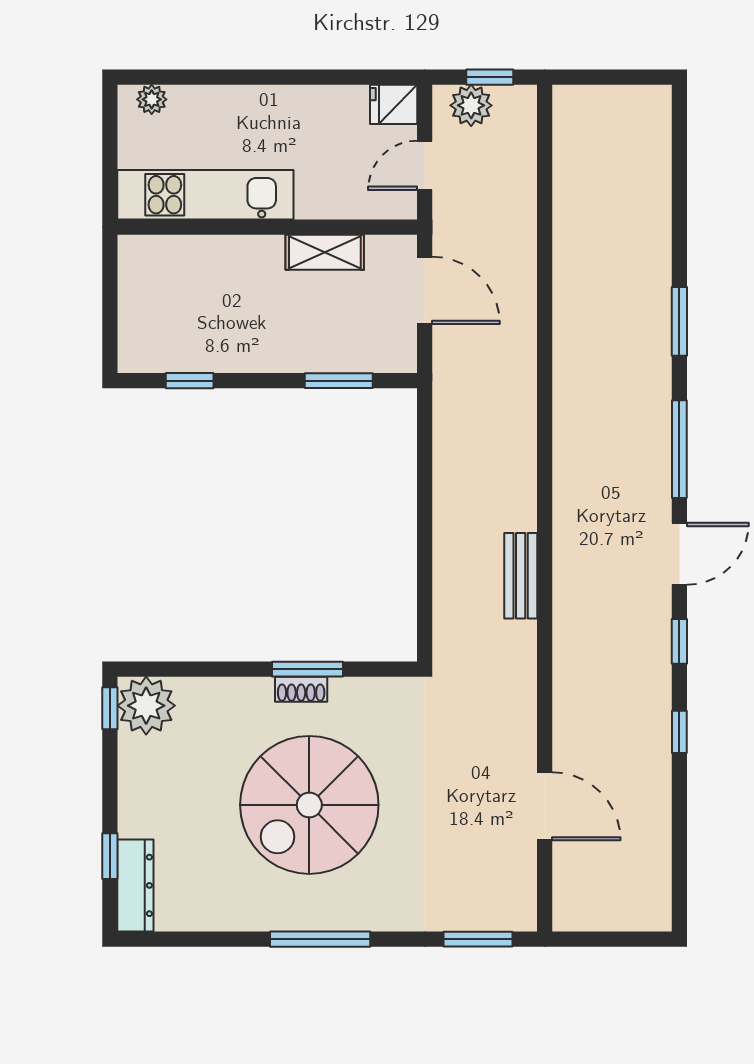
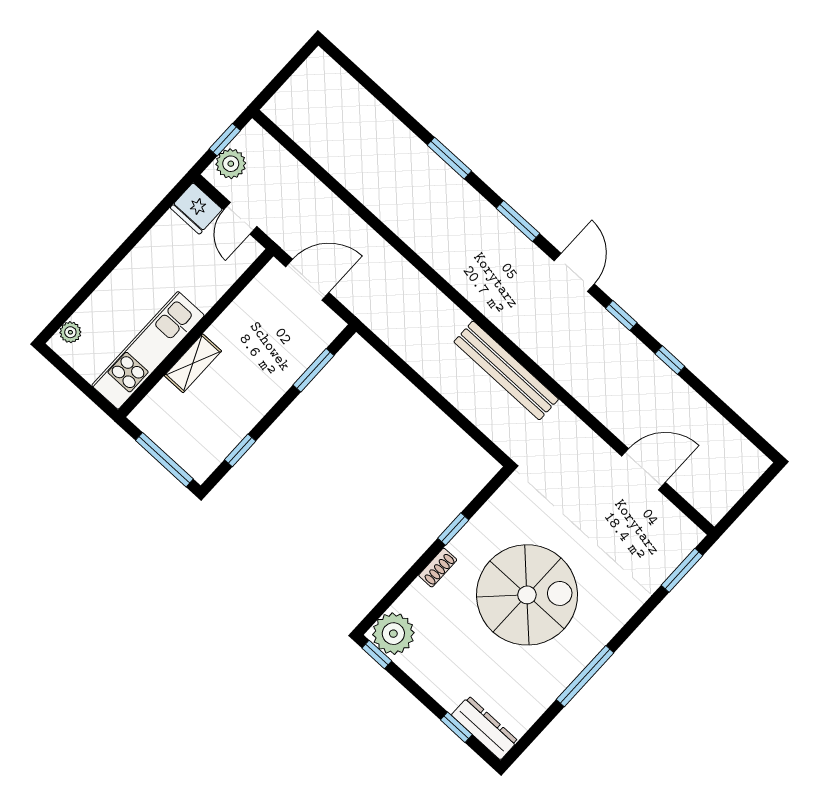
fridge: (394, 104) -> (196, 209), width x1.38
shelving: (325, 252) -> (193, 363), moved
window: (110, 313) -> (164, 460), added
window: (679, 449) -> (518, 221), width x0.69
bench: (521, 576) -> (506, 370), width x1.86, depth x1.21
window: (307, 669) -> (453, 529), width x0.67
shoe rack: (301, 689) -> (438, 568), moved
spiral stairs: (309, 805) -> (527, 595), turned -90
window: (320, 939) -> (585, 676), moved

